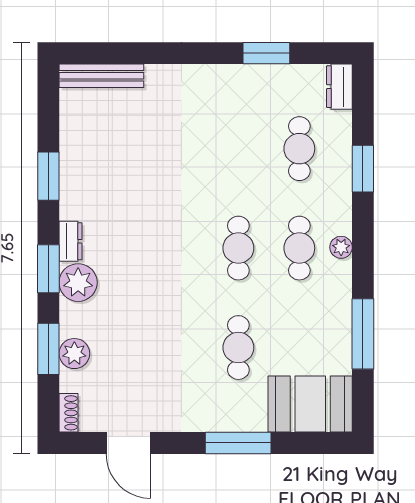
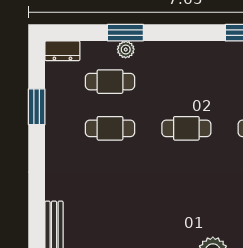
plant: (341, 247) -> (126, 49), moved
cafe table: (299, 248) -> (110, 128), moved

